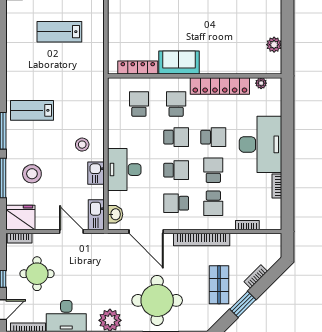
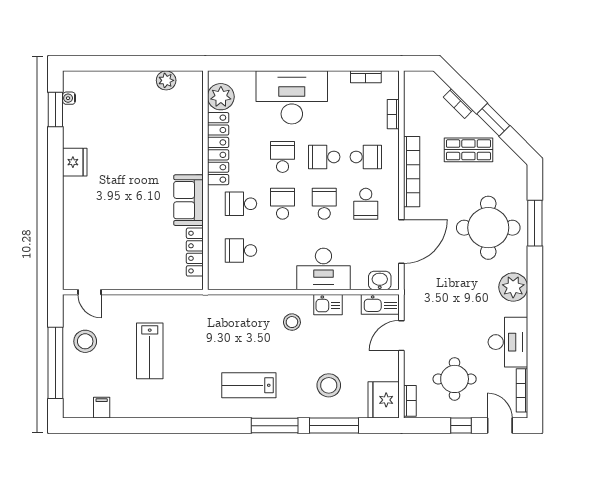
plant: (261, 83) -> (221, 97), width x1.88, depth x1.88
lab bench: (32, 110) -> (249, 385), turned 90
bookcase: (277, 186) -> (366, 77), moved

